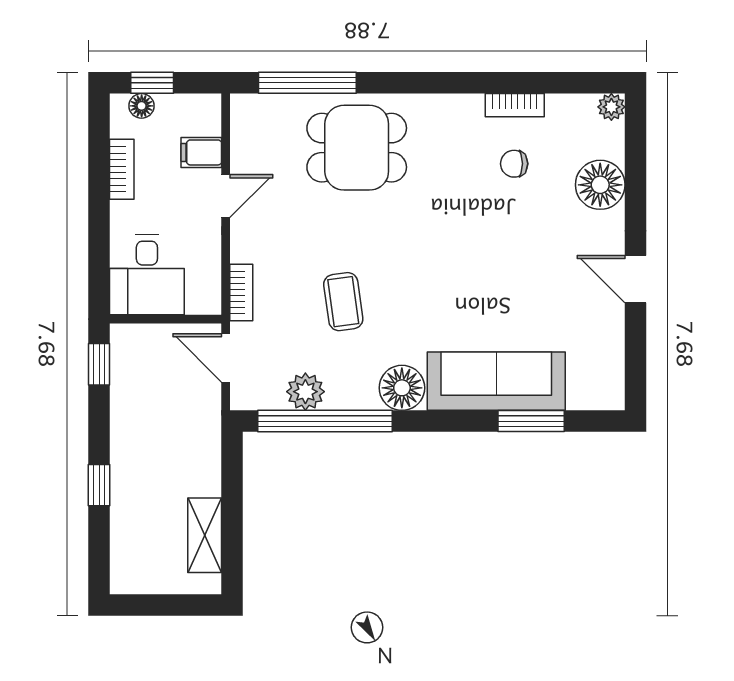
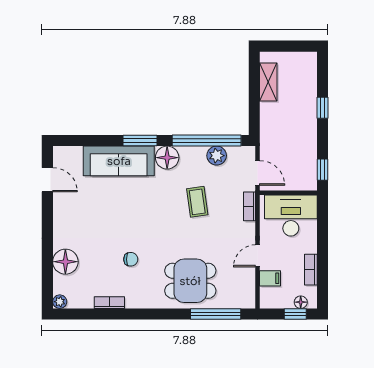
chair: (514, 164) -> (131, 259), moved
desk: (147, 275) -> (291, 216), width x1.37
door: (635, 279) -> (47, 180), moved
window: (531, 421) -> (140, 140), moved

